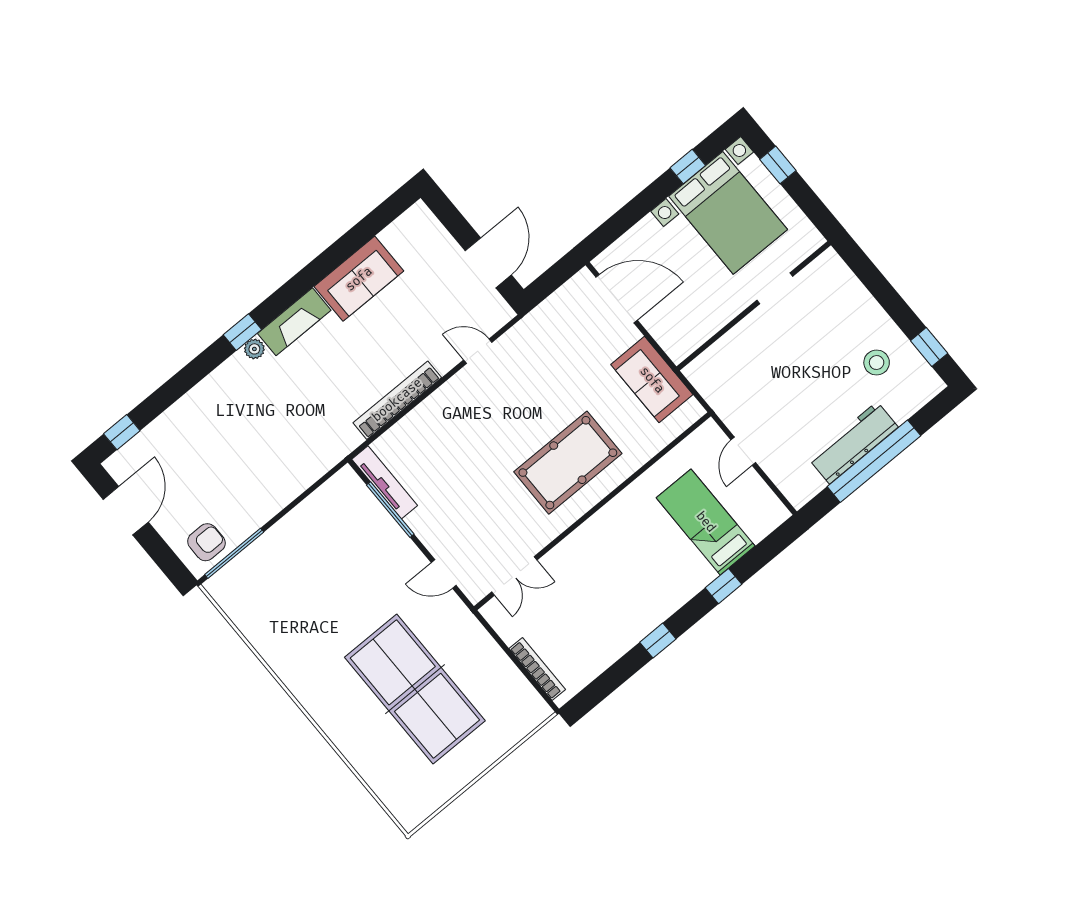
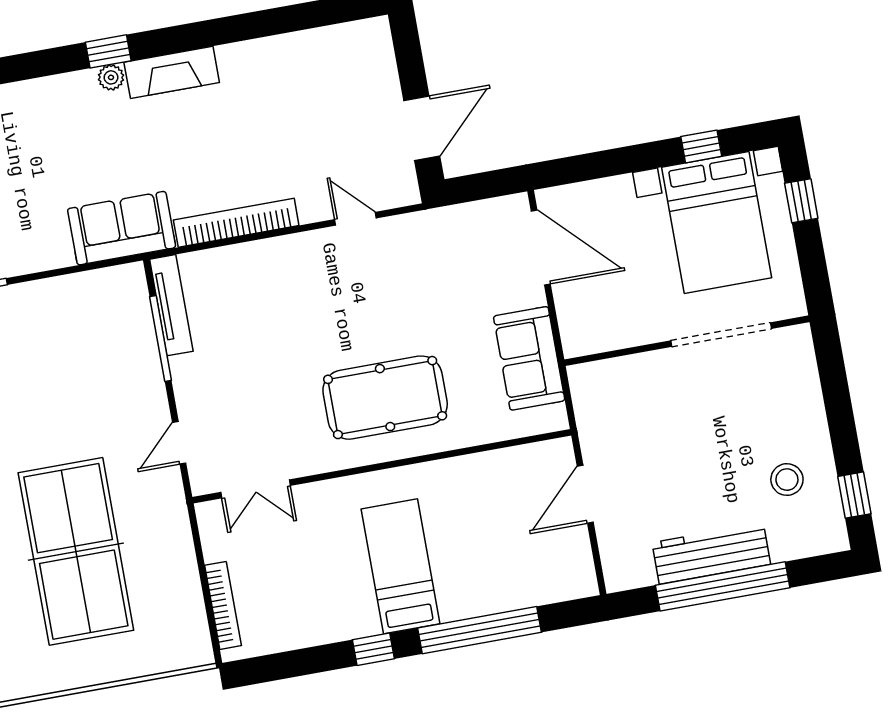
sofa: (359, 279) -> (122, 228), moved, turned 180
doorway: (775, 288) -> (721, 335), width x1.87
door: (743, 451) -> (585, 494), width x1.38
bed: (706, 522) -> (400, 566), moved
door: (444, 574) -> (179, 443), hinge flipped
window: (724, 586) -> (479, 630), width x3.17

